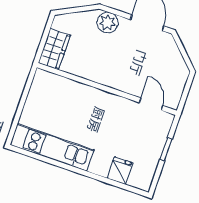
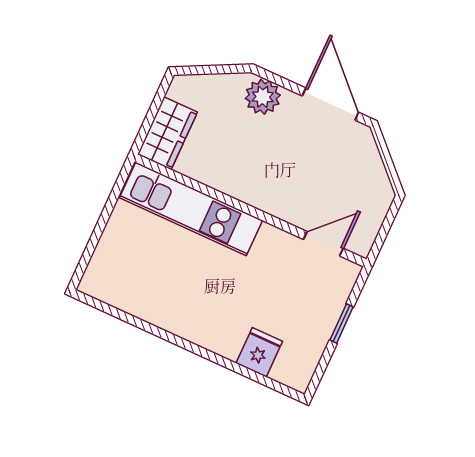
door: (151, 104) -> (323, 244), hinge flipped
kitchen unit: (52, 147) -> (191, 209), moved, turned 180

